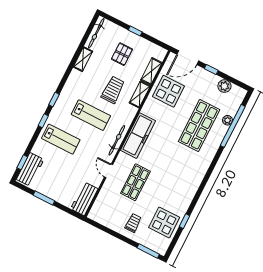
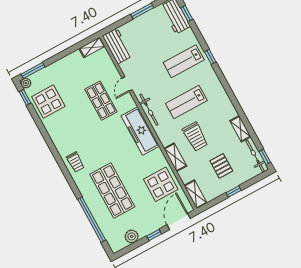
shelving: (151, 71) -> (195, 194), moved
window: (54, 100) -> (265, 157), moved
plant: (228, 120) -> (26, 83), moved
door: (109, 171) -> (127, 84), swing flipped
shelving: (99, 218) -> (92, 47), added
window: (184, 221) -> (25, 97), moved
trolley: (133, 223) -> (75, 162), moved

